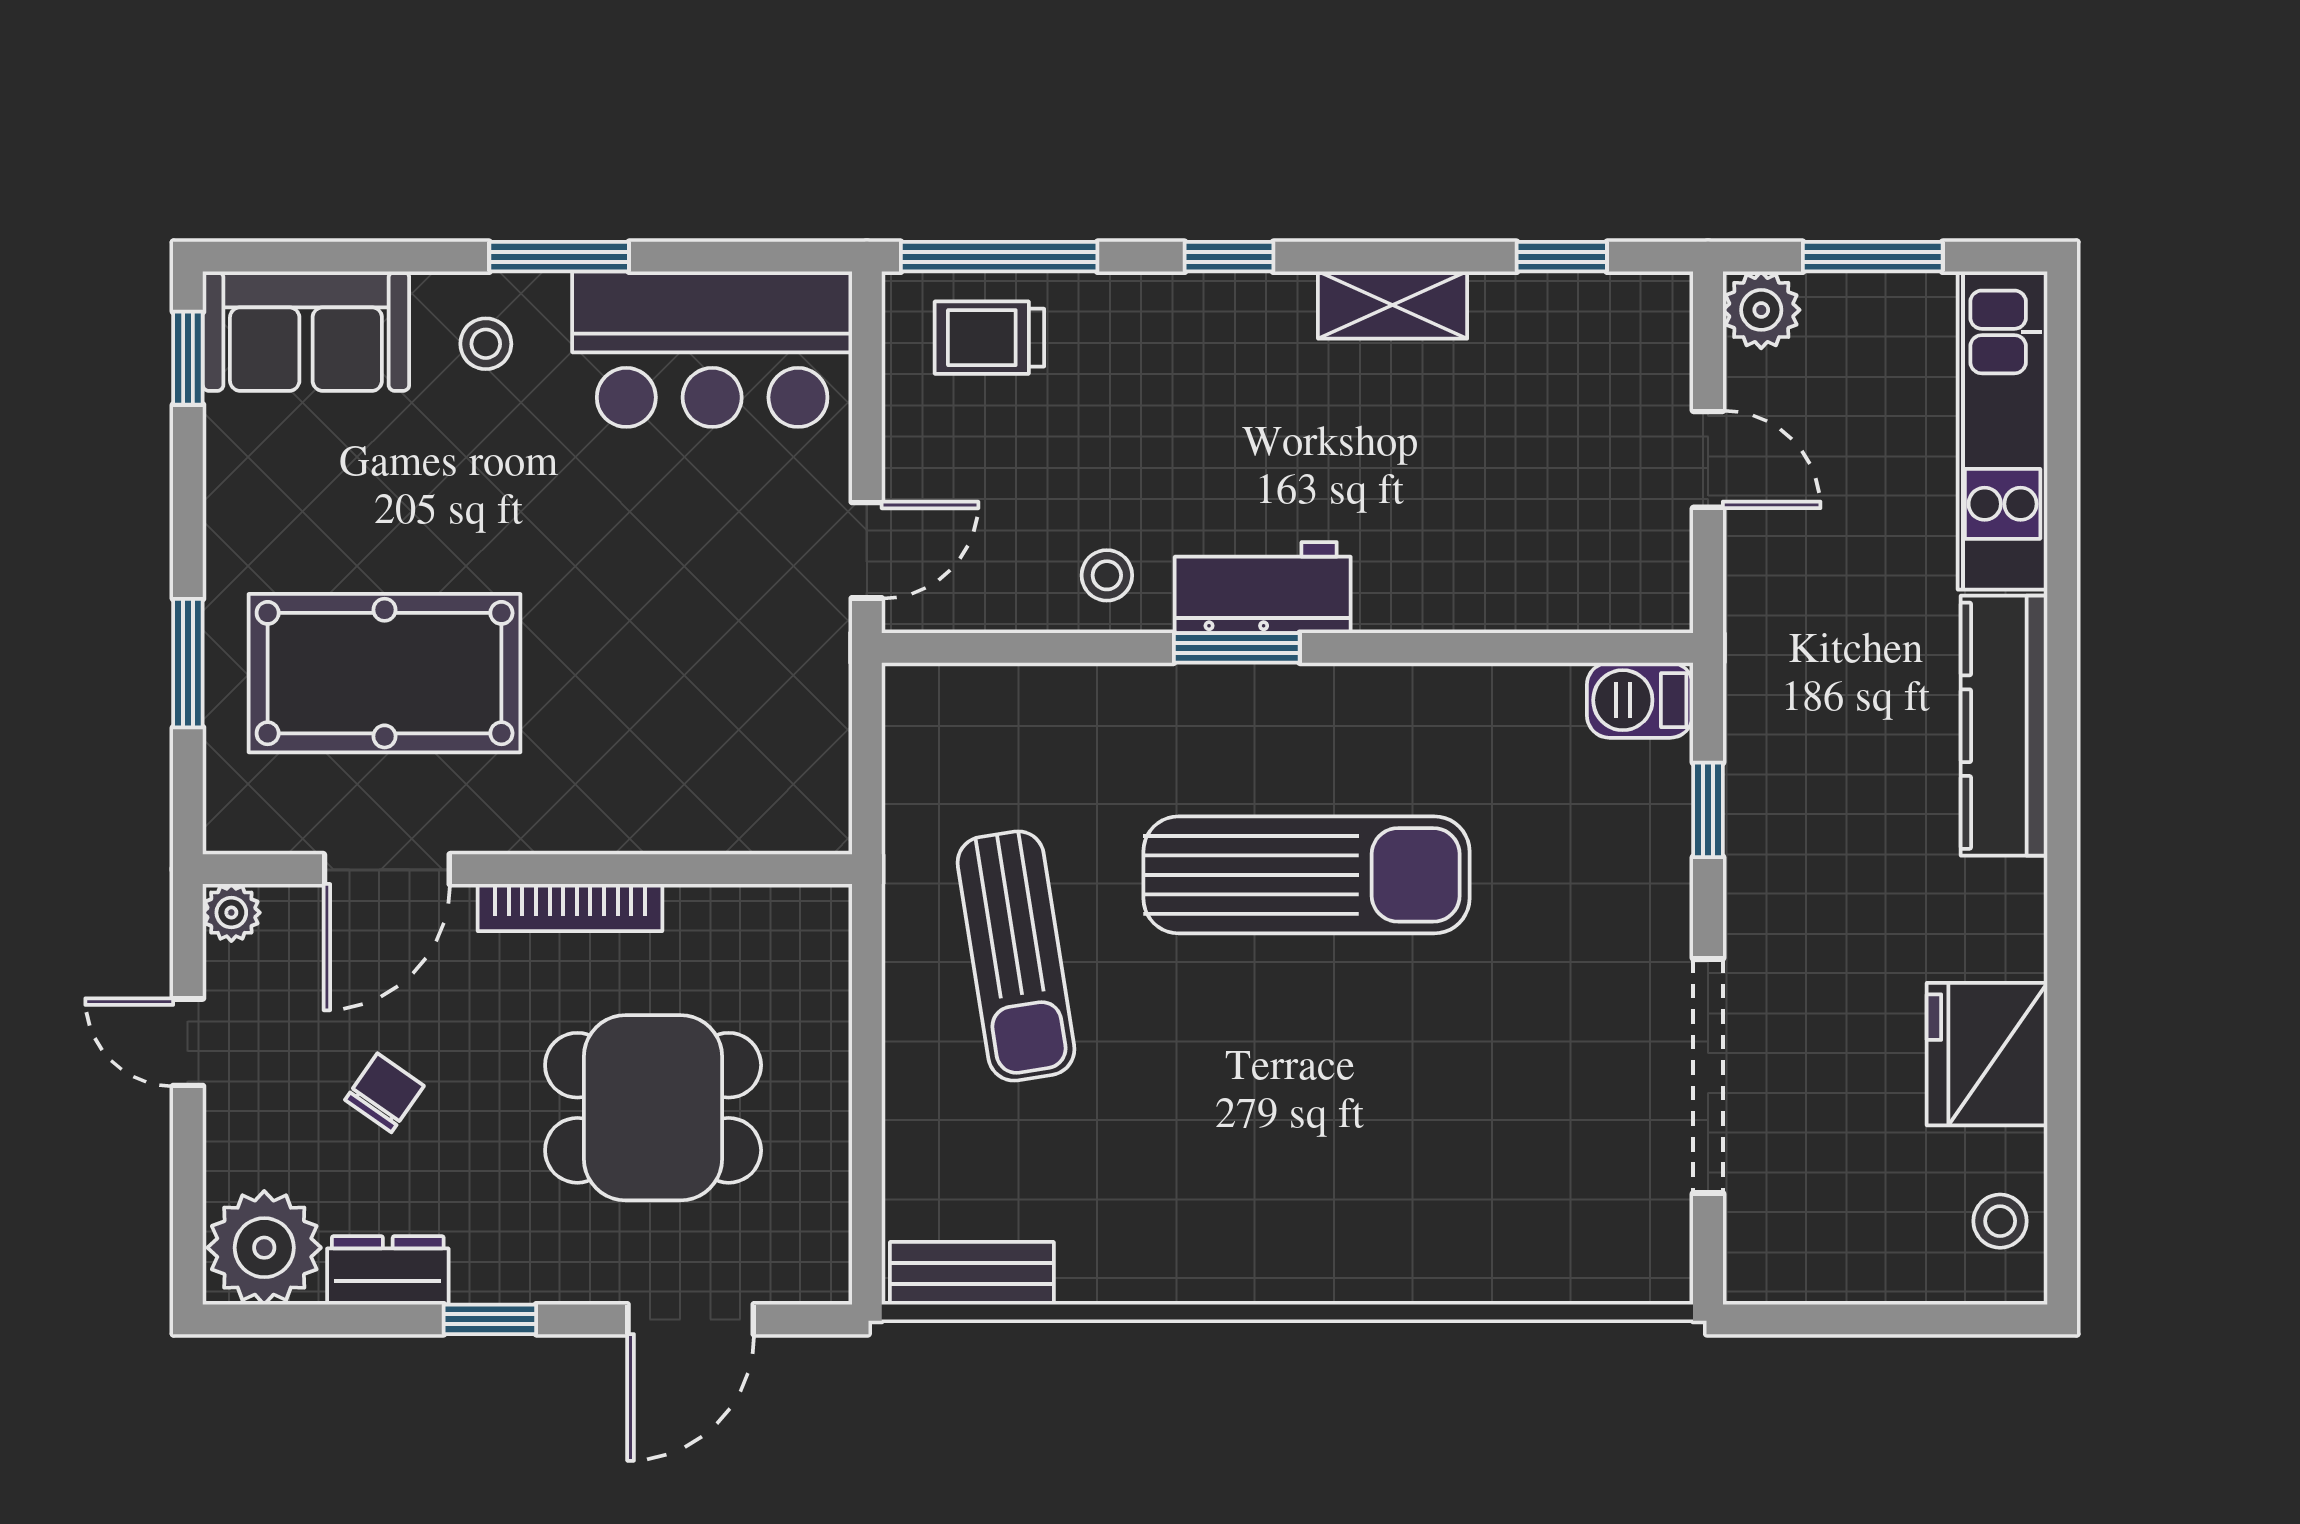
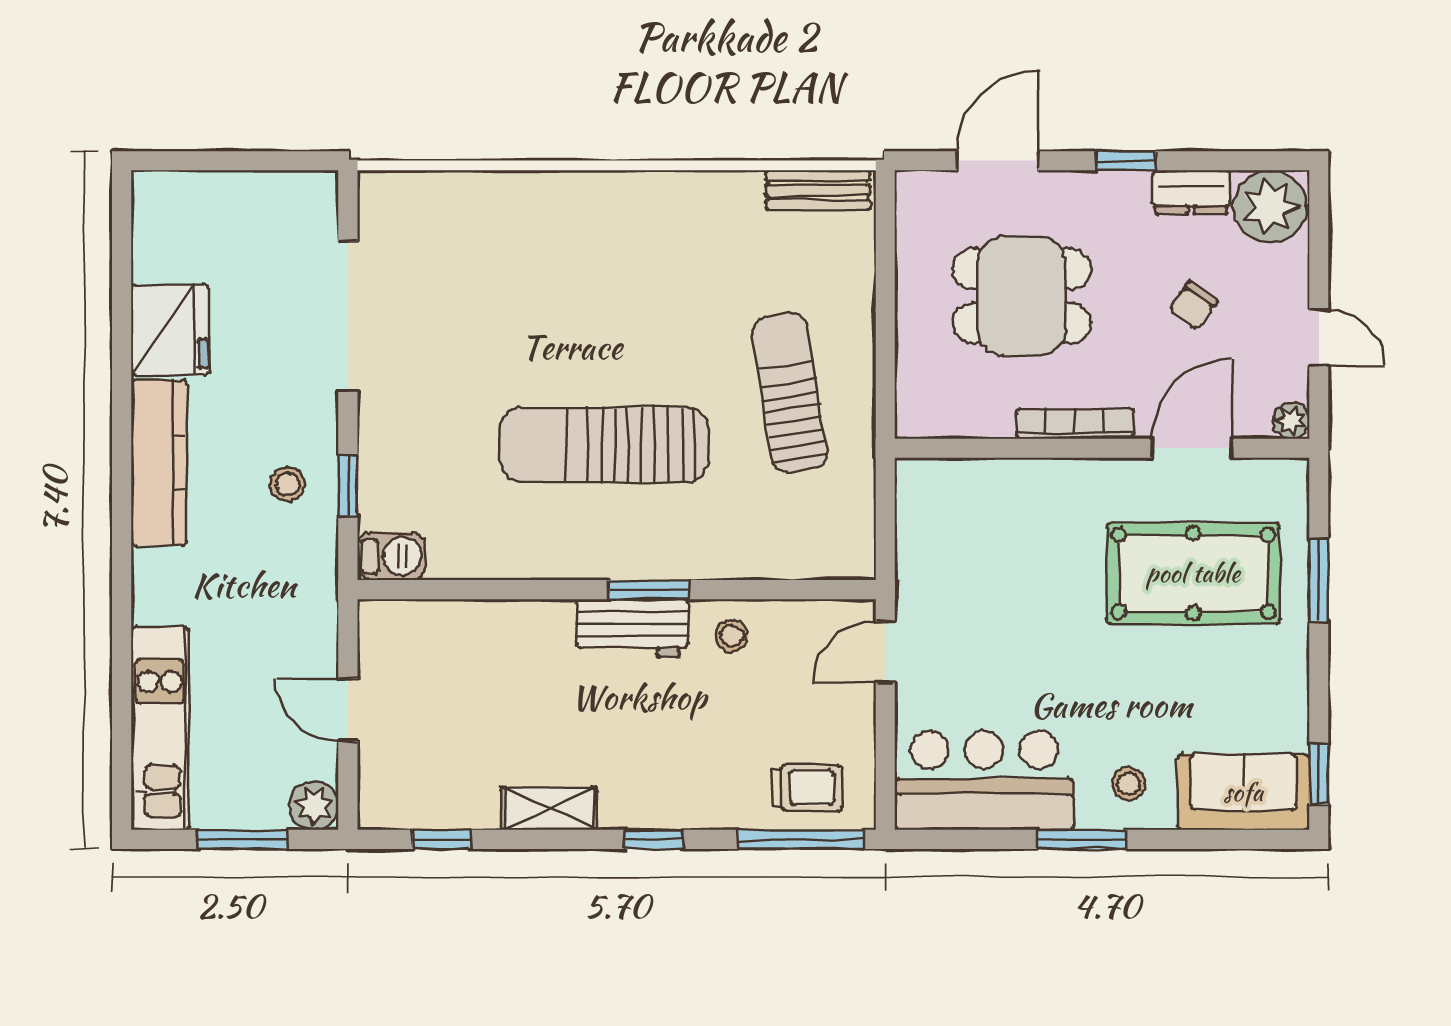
kitchen counter: (2004, 726) -> (159, 462), moved
stool: (2000, 1221) -> (288, 484), moved

